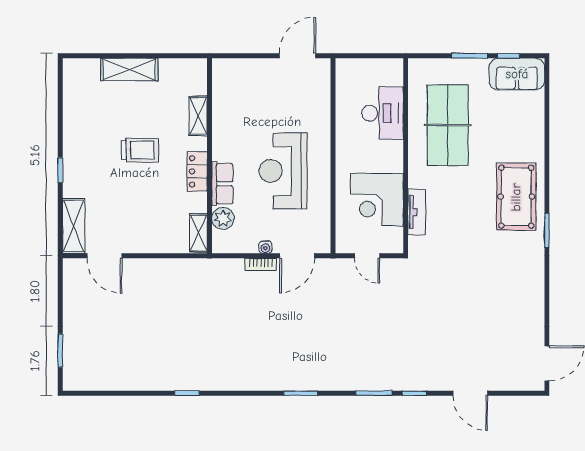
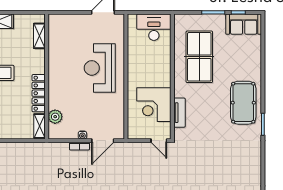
desk: (382, 113) -> (154, 27), moved, turned -90
shelving: (198, 116) -> (39, 36), moved
locker: (197, 171) -> (39, 93), width x1.53
reception desk: (283, 171) -> (100, 68), moved
row of seats: (222, 184) -> (55, 94), removed
door: (367, 256) -> (159, 141), moved

